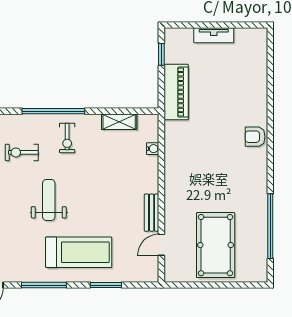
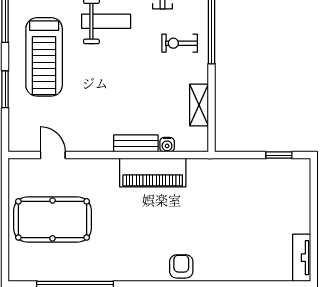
tv unit: (214, 35) -> (302, 258), moved
piano: (176, 92) -> (153, 173), moved
bench: (152, 213) -> (136, 143), moved

